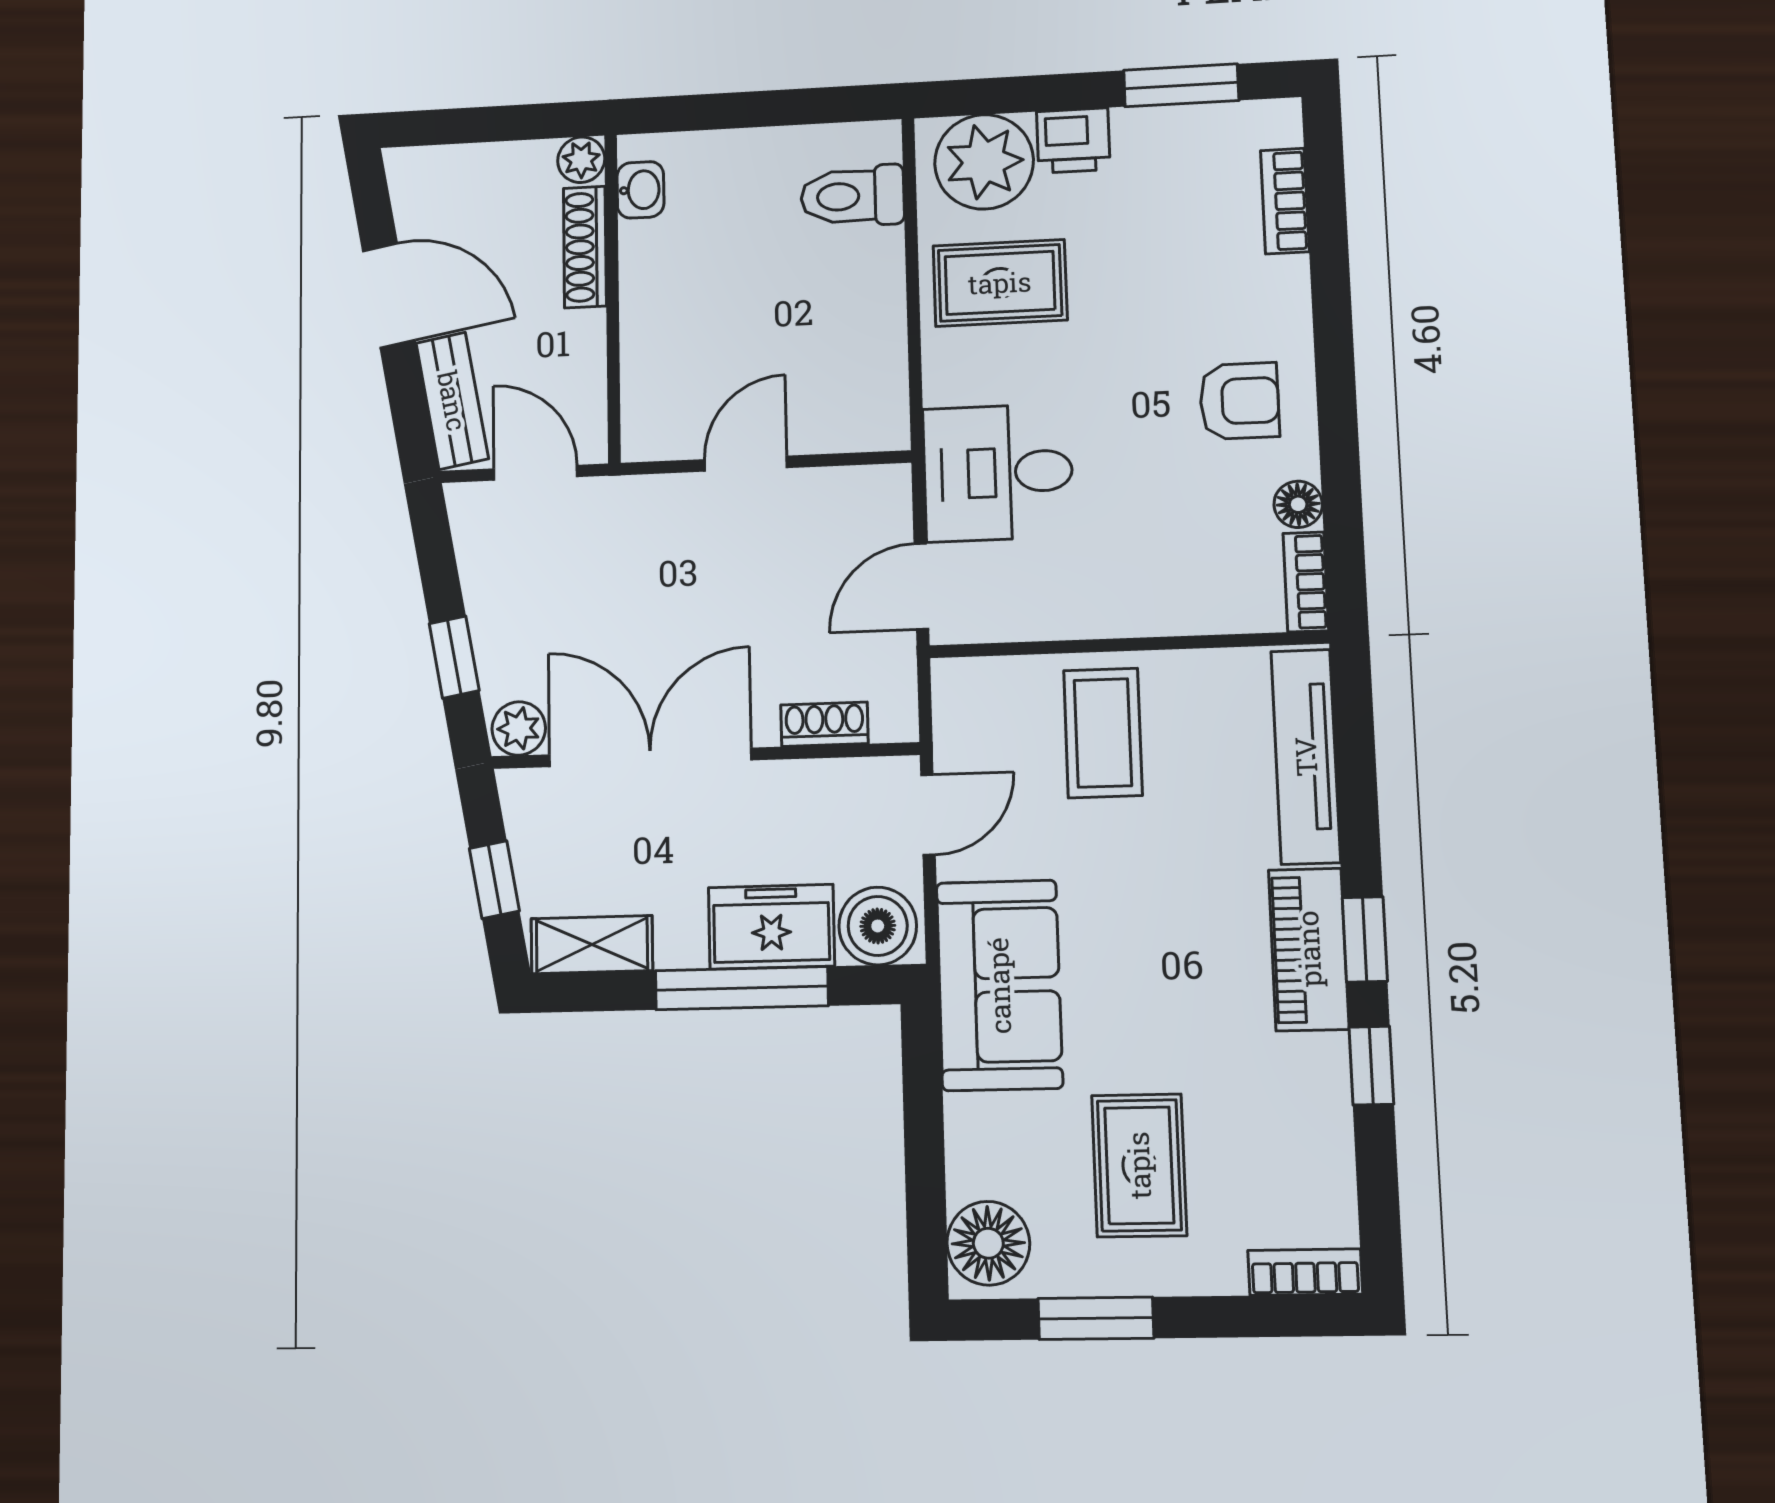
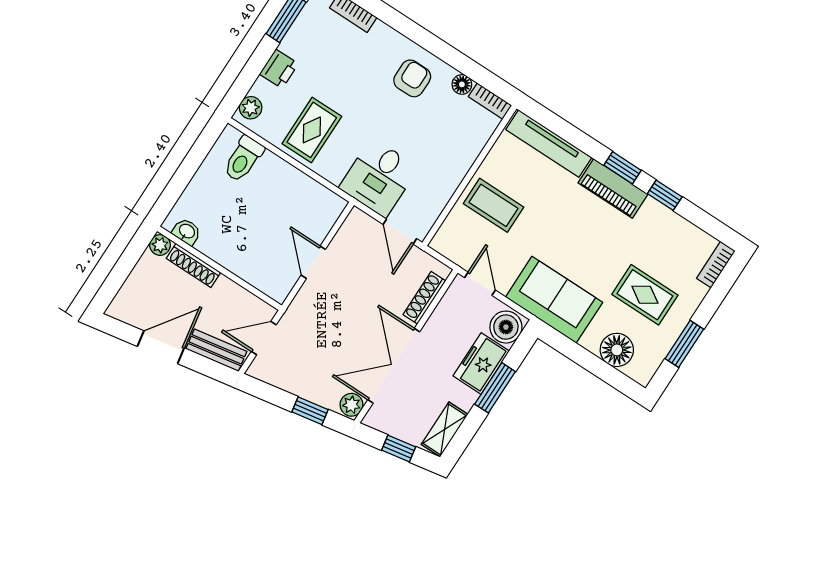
plant: (984, 162) -> (251, 108), width x0.53, depth x0.53
shoe rack: (824, 724) -> (424, 298), width x1.43
window: (742, 988) -> (495, 388), width x0.69
floor lamp: (988, 1243) -> (617, 350), moved

